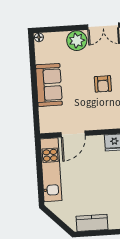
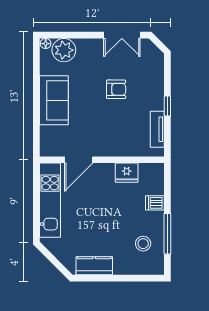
plant: (77, 41) -> (64, 50), moved
armchair: (103, 84) -> (116, 89), moved, turned -90

